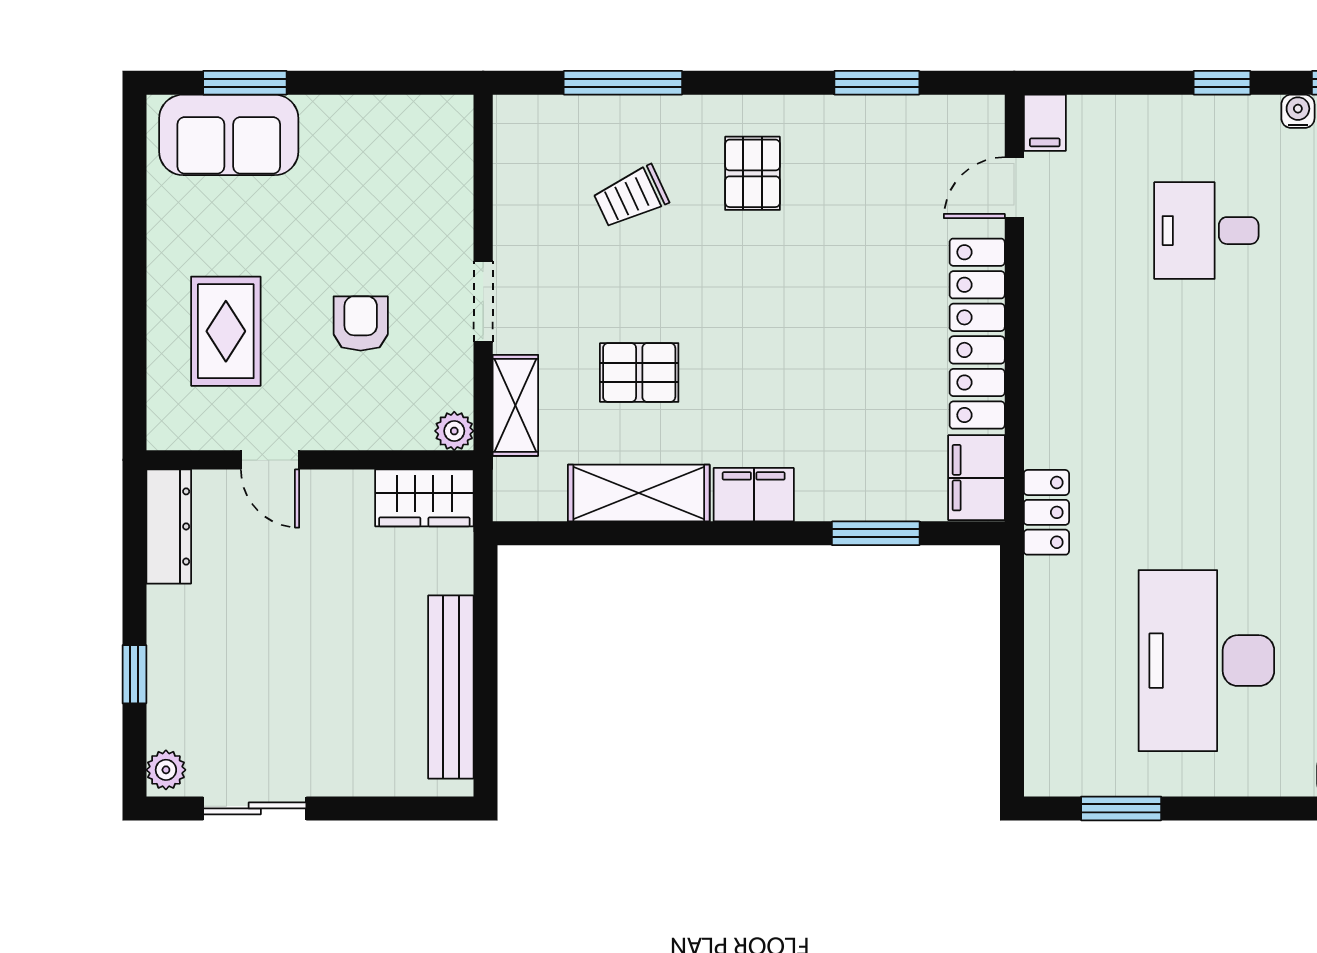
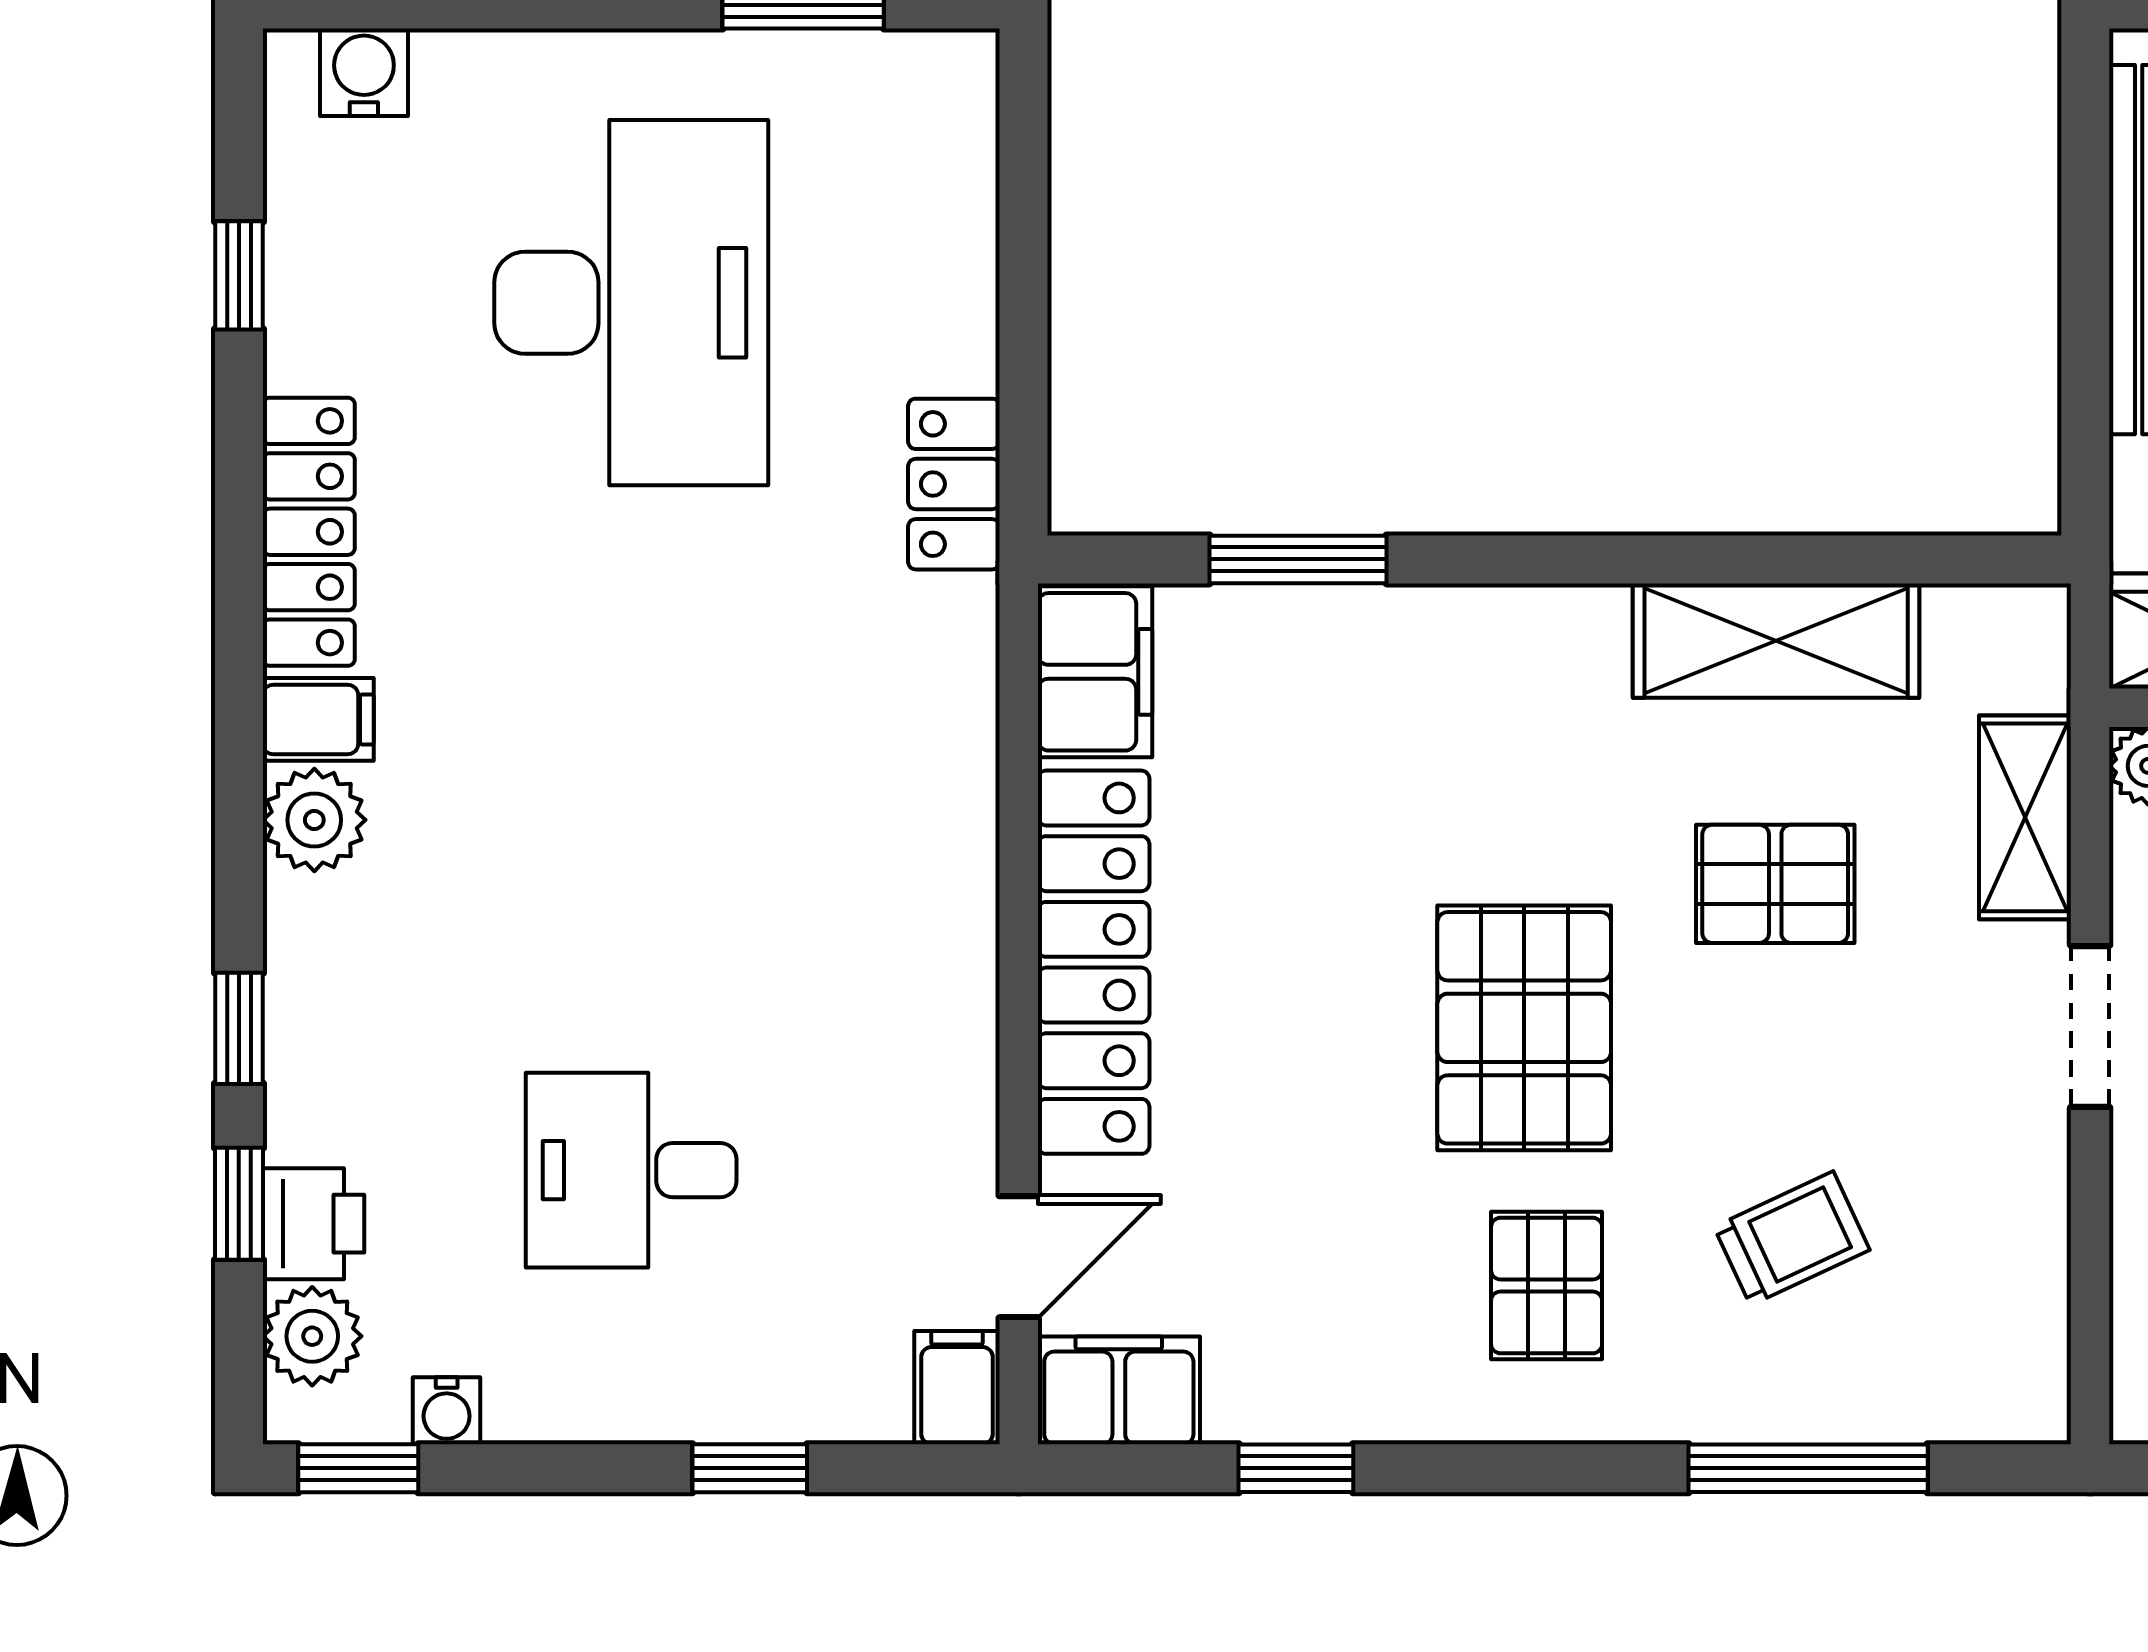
window: (877, 83) -> (1296, 1468), width x0.67
window: (1222, 83) -> (750, 1468), moved
desk: (1206, 231) -> (631, 1170), turned 180
pallet: (764, 301) -> (1524, 1028), added
filing cabinet: (754, 495) -> (1119, 1390), moved, turned 180
locker: (1046, 512) -> (954, 484), moved

